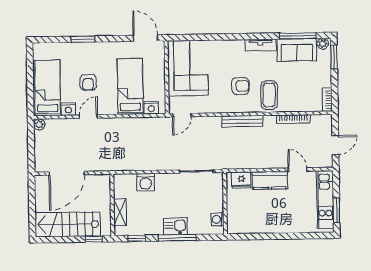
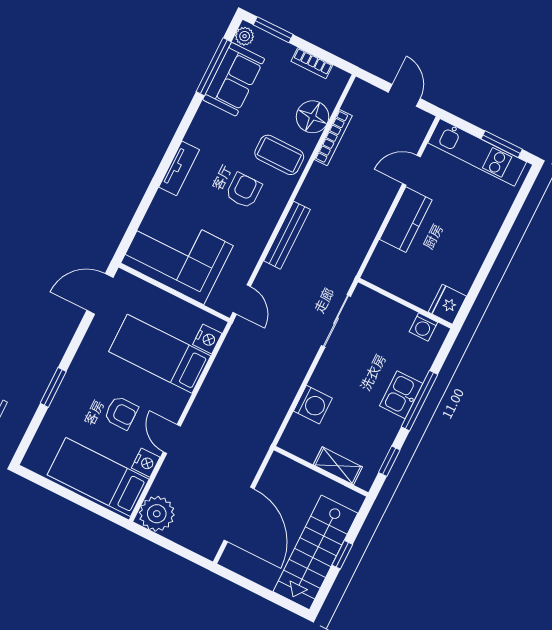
tv unit: (261, 45) -> (179, 168), moved
bookcase: (327, 100) -> (312, 63), moved
floor lamp: (299, 102) -> (312, 117), added
bench: (242, 121) -> (287, 235), moved
plant: (39, 124) -> (157, 514), width x1.87, depth x1.87
fridge: (241, 180) -> (447, 304), moved, turned 180
window: (94, 239) -> (342, 555), moved

